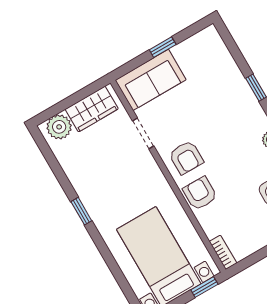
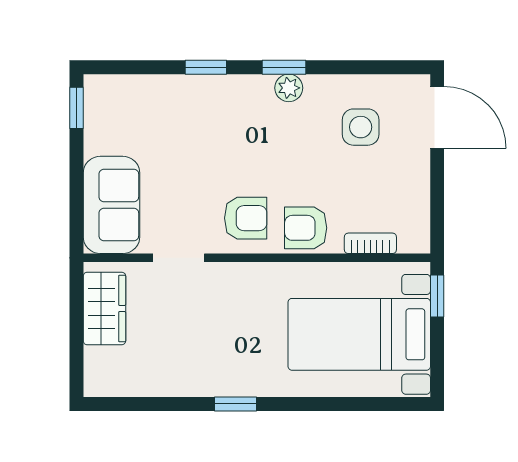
window: (163, 47) -> (76, 108), moved
plant: (59, 127) -> (103, 367), removed
bookcase: (223, 252) -> (370, 243), moved

